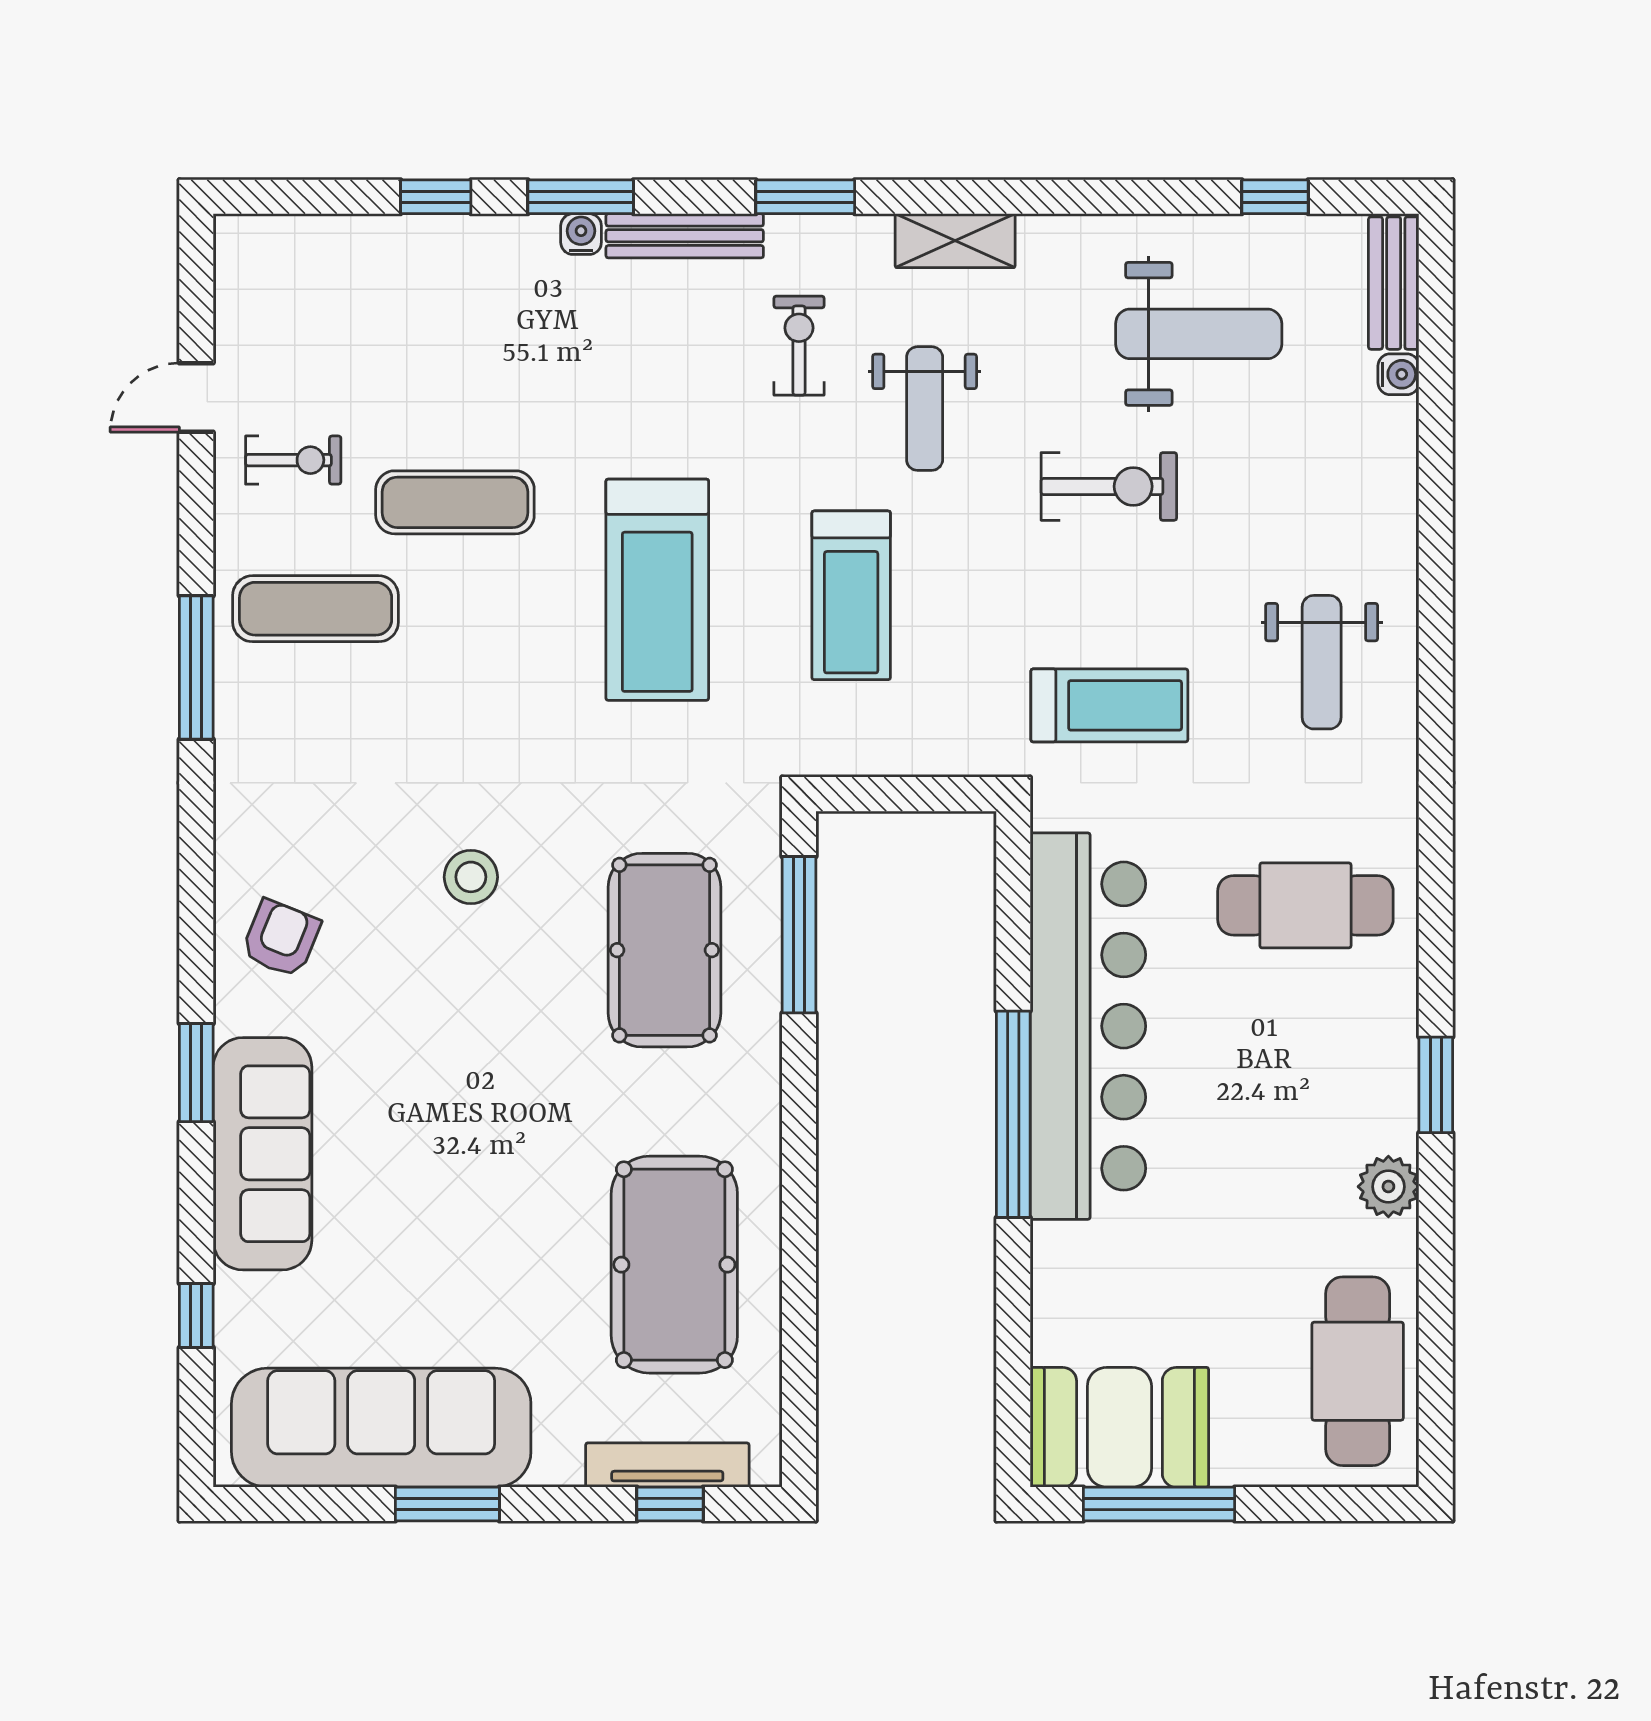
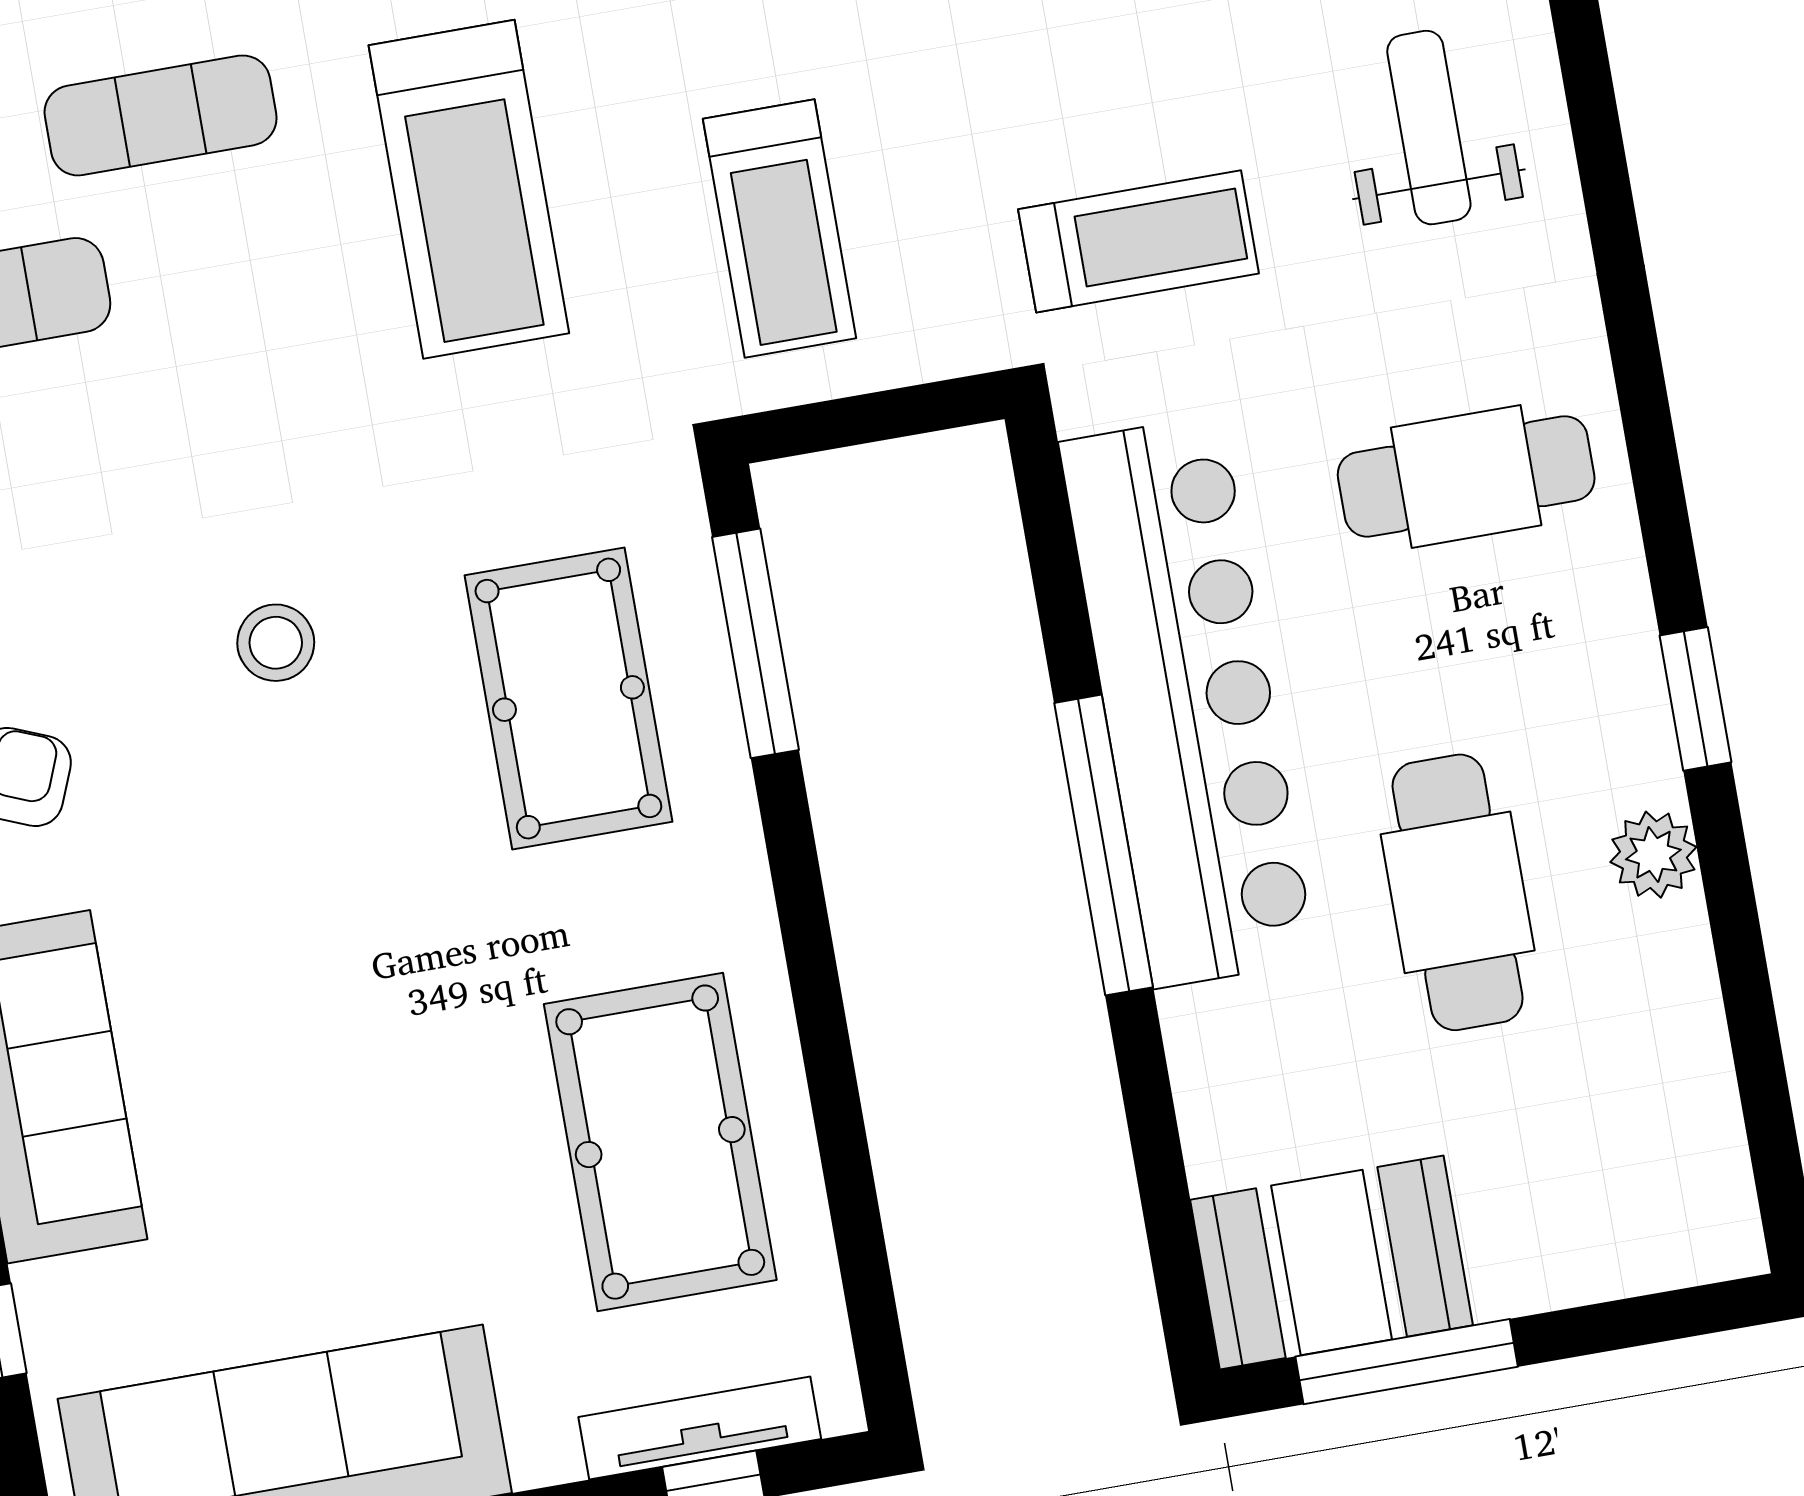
treadmill: (851, 595) -> (780, 229), moved
weight bench: (1322, 662) -> (1429, 128), turned 180
cafe table: (1358, 1371) -> (1458, 892), moved

